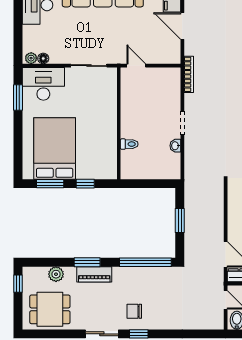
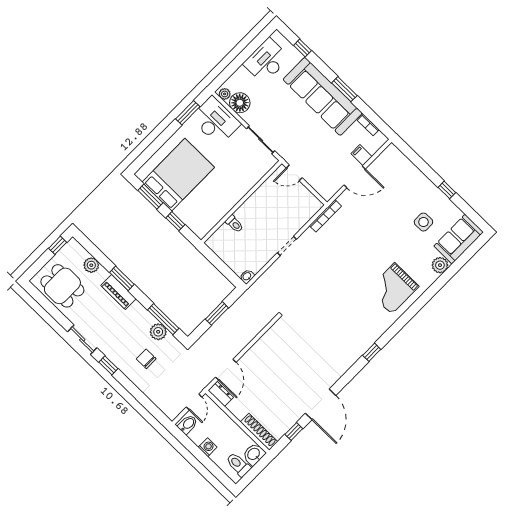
door: (182, 26) -> (355, 177), swing flipped
floor lamp: (43, 58) -> (240, 103), width x1.89, depth x1.89
door: (136, 66) -> (294, 173), swing flipped
washbasin: (175, 146) -> (247, 276), moved
window: (145, 262) -> (163, 319), width x0.68
plant: (151, 275) -> (158, 332), added
chair: (134, 311) -> (146, 359), moved

